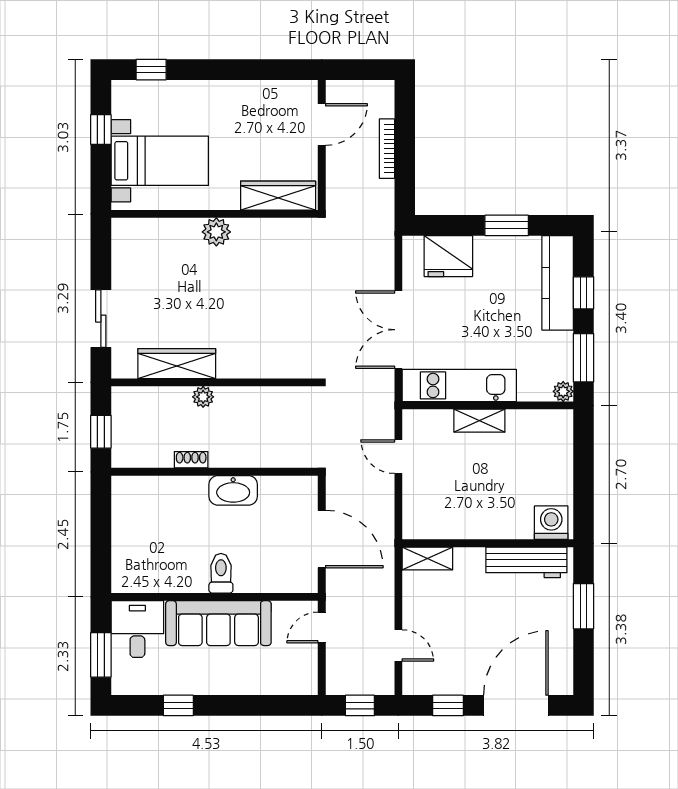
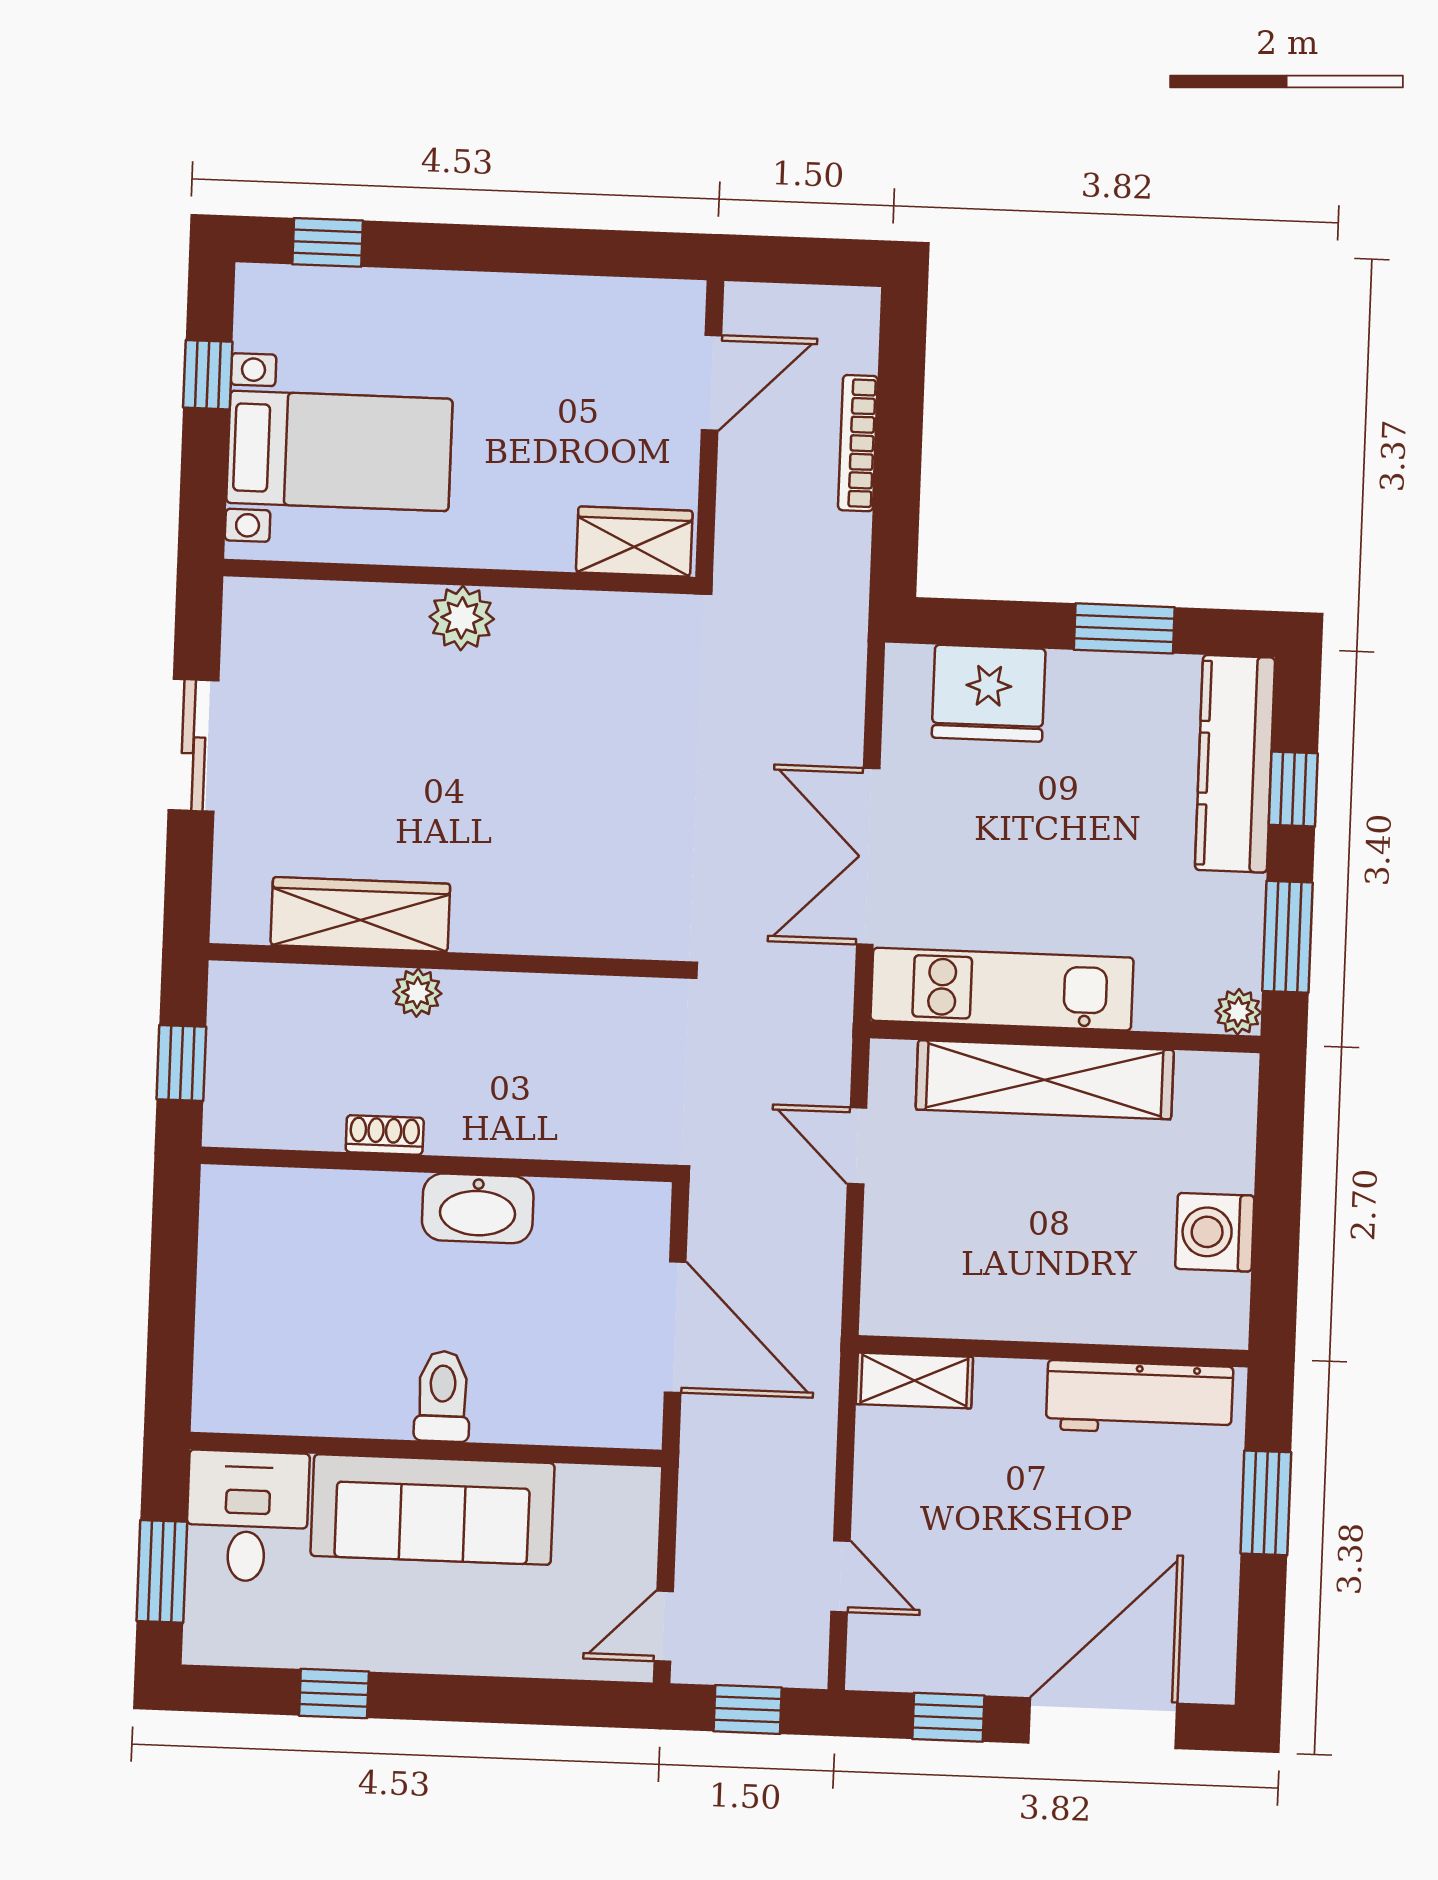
wardrobe: (278, 196) -> (634, 542), width x0.67
sliding door: (101, 319) -> (194, 745), moved
shelving: (479, 421) -> (1045, 1080), width x2.20, depth x1.33
washing machine: (551, 523) -> (1215, 1232), moved, turned -90
door: (322, 627) -> (664, 1626), moved

